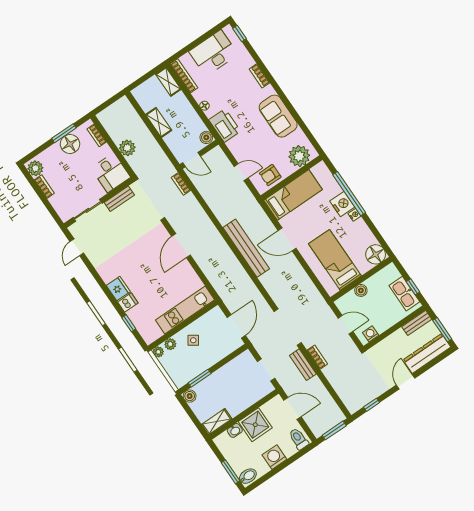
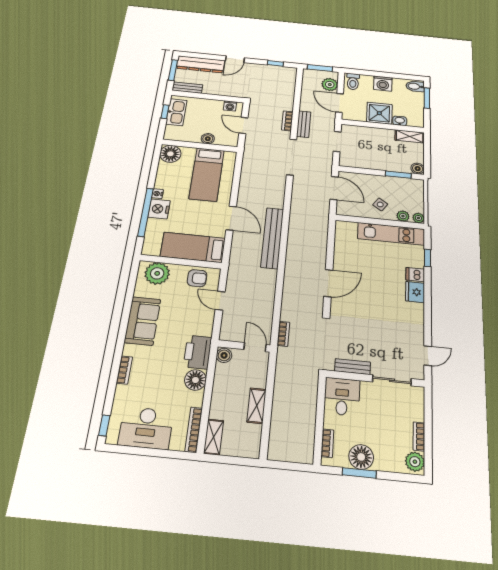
floor lamp: (204, 106) -> (195, 380), width x1.89, depth x1.89
plant: (127, 148) -> (330, 85), moved
kitchen unit: (185, 310) -> (391, 234), moved
door: (236, 326) -> (334, 188), swing flipped

